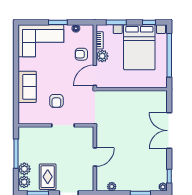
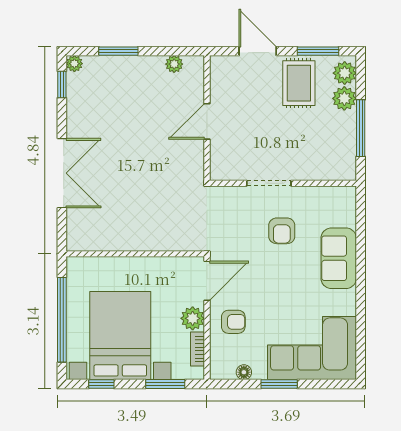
armchair: (56, 101) -> (282, 231), turned 180

